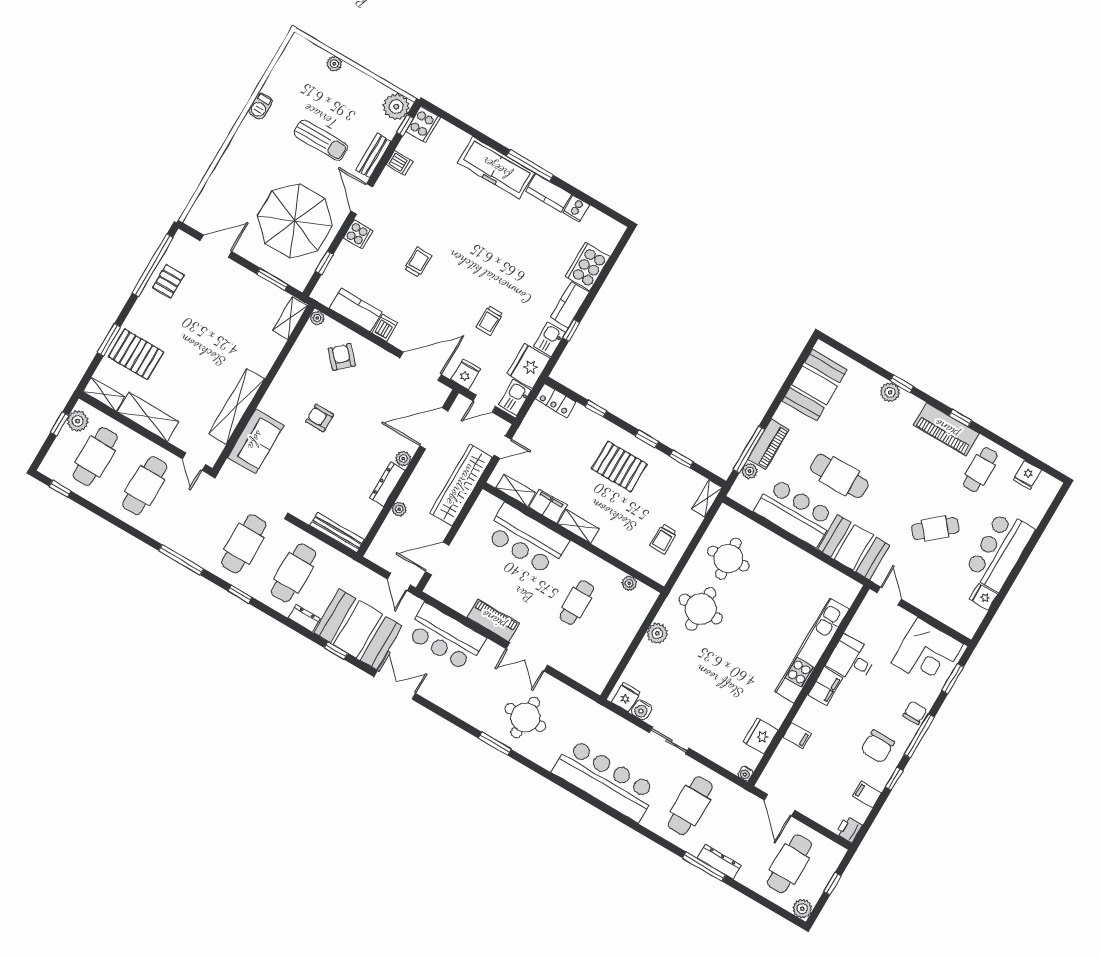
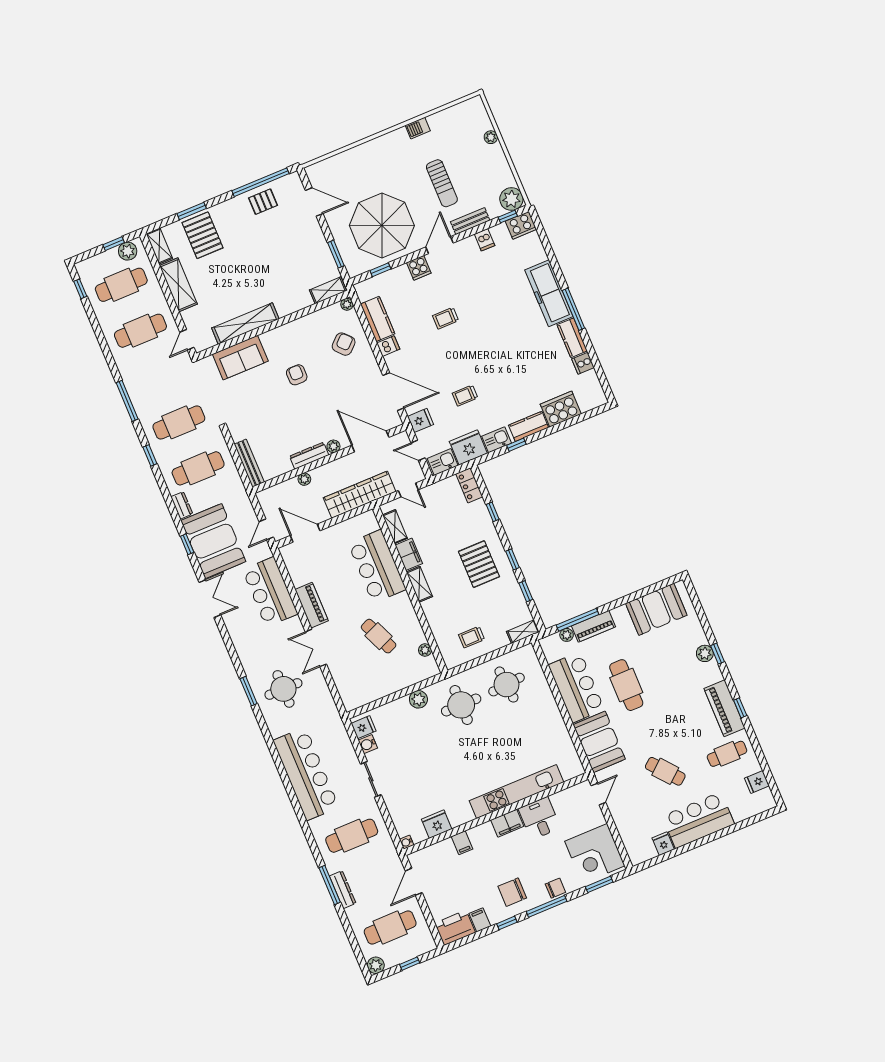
trolley: (418, 262) -> (446, 318), turned 180
cafe table: (577, 603) -> (379, 636), turned 67
printer: (849, 829) -> (455, 928), width x1.87, depth x1.48

